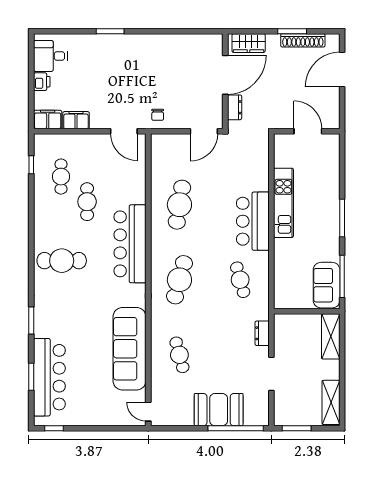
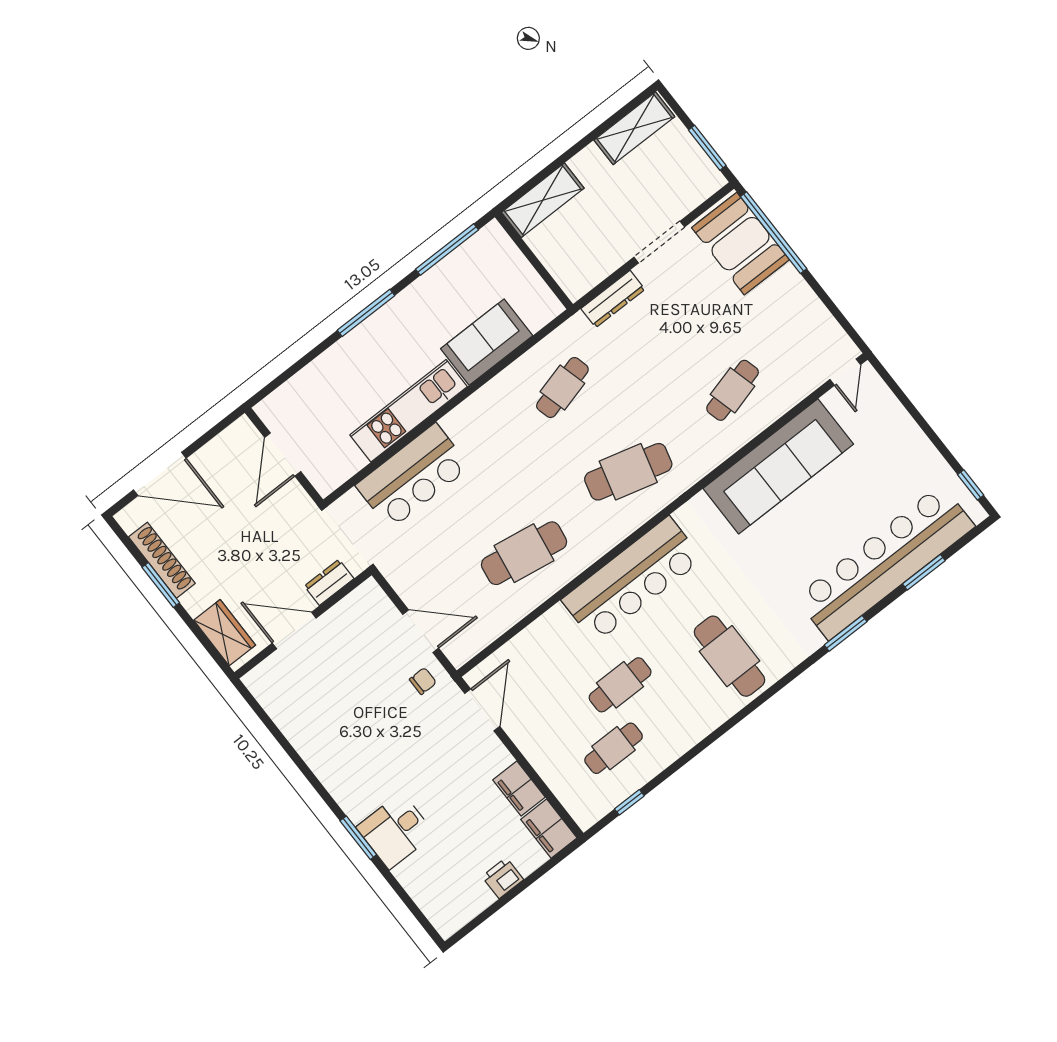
desk: (50, 56) -> (395, 831), moved, turned 90
door: (225, 75) -> (294, 631), width x0.73
door: (204, 131) -> (421, 631), moved
bar counter: (253, 221) -> (413, 476), moved
sofa: (327, 285) -> (487, 342), moved, turned 180
dresser: (262, 333) -> (613, 299), width x1.44
bar counter: (49, 377) -> (885, 562), width x1.36
booth: (219, 410) -> (740, 244), moved

